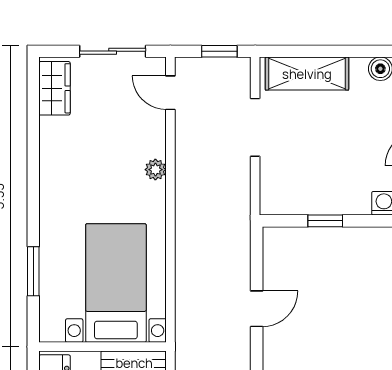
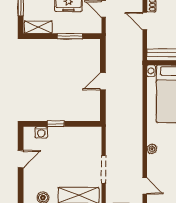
window: (325, 221) -> (56, 124), moved

